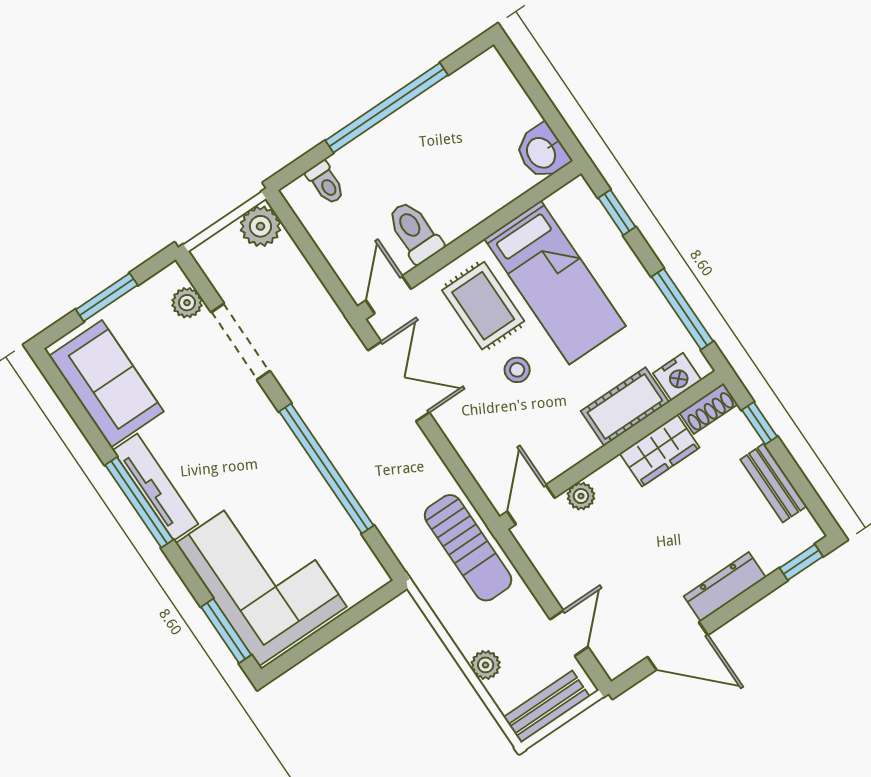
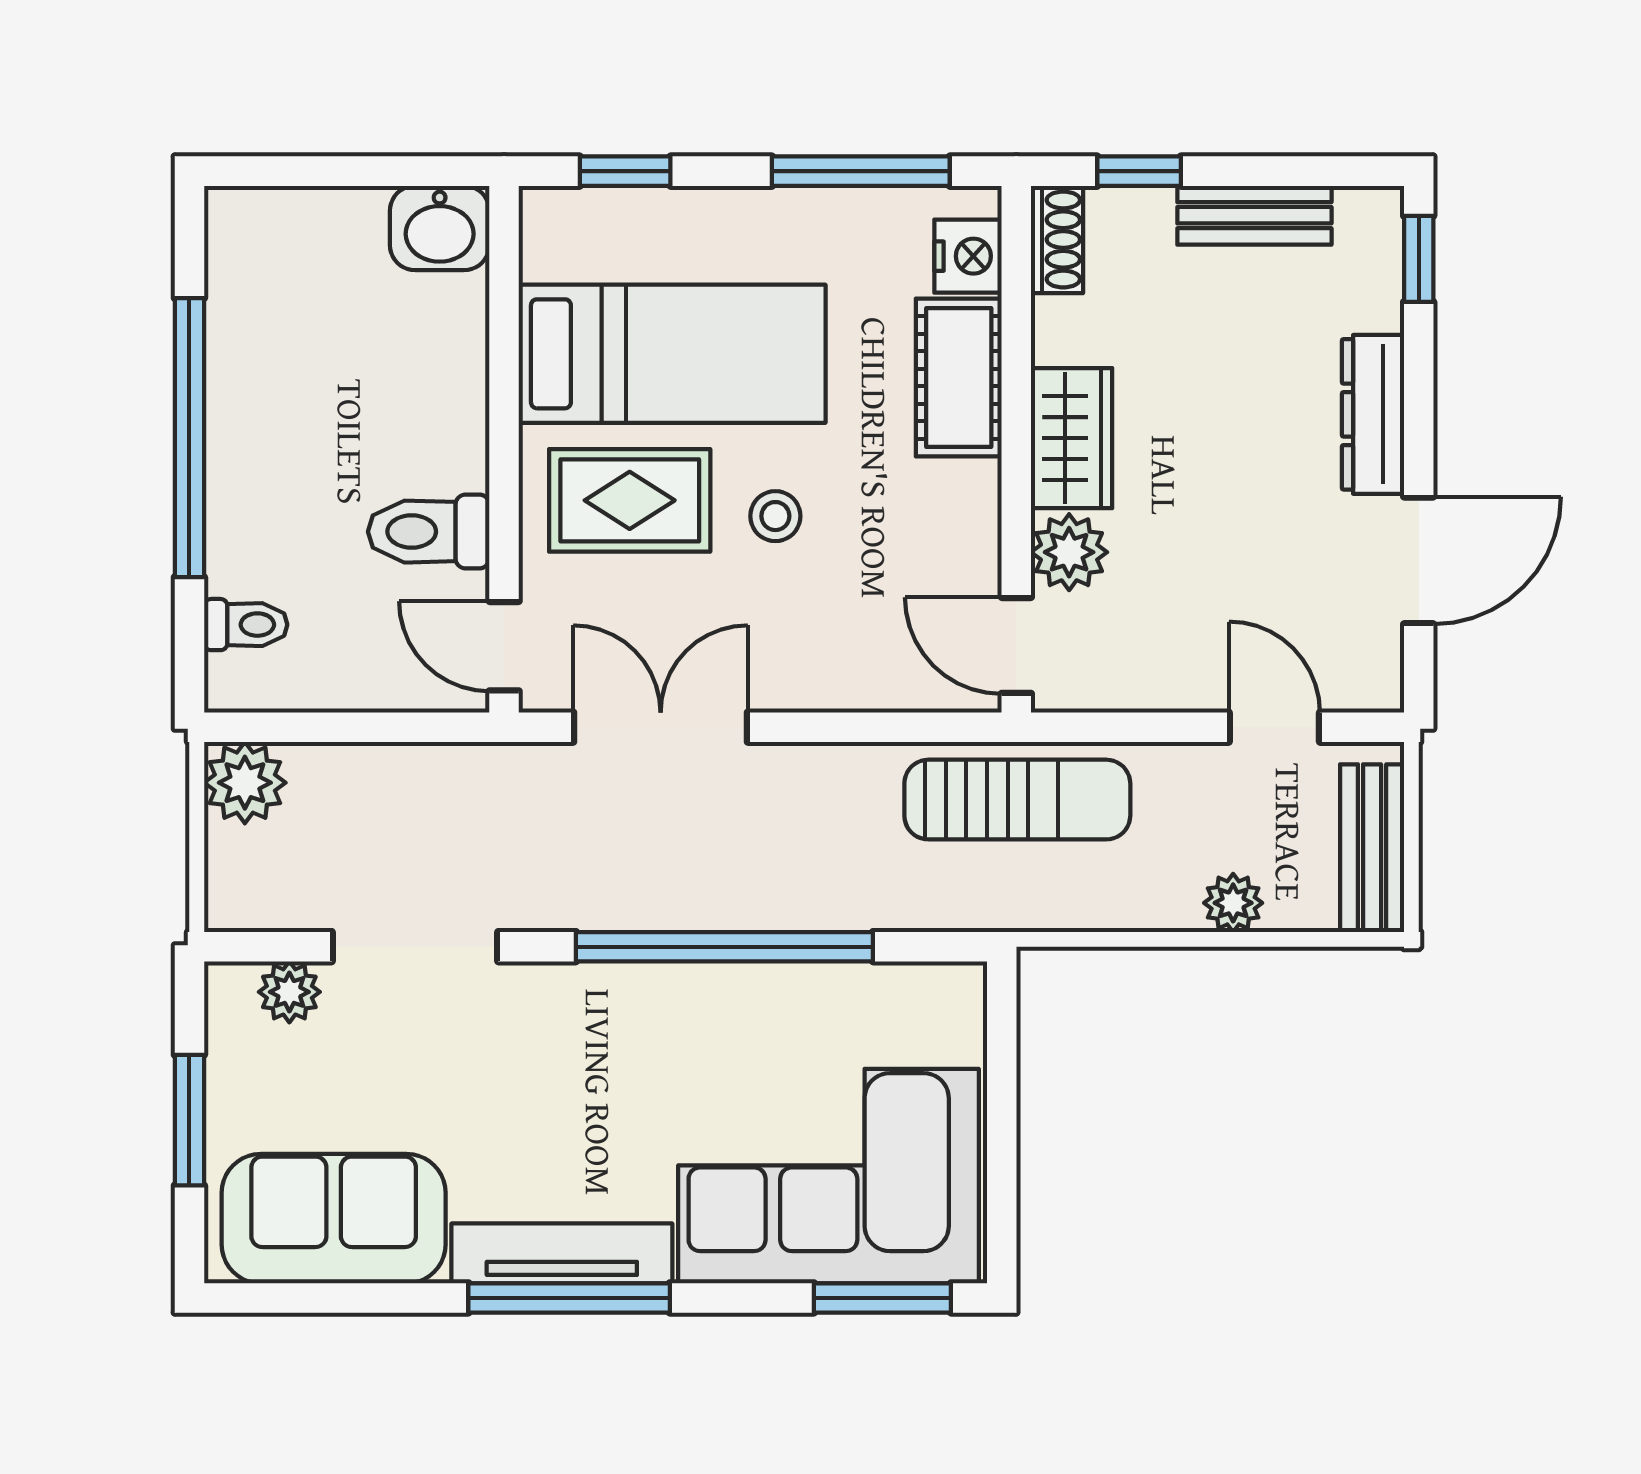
wardrobe: (660, 451) -> (1072, 438), moved
plant: (581, 496) -> (1069, 552), width x1.38, depth x1.38

